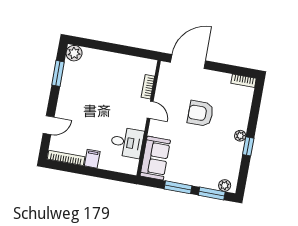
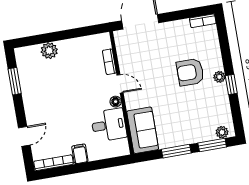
plant: (74, 53) -> (49, 51), moved
armchair: (200, 113) -> (190, 72), moved
floor lamp: (141, 124) -> (116, 102), added

